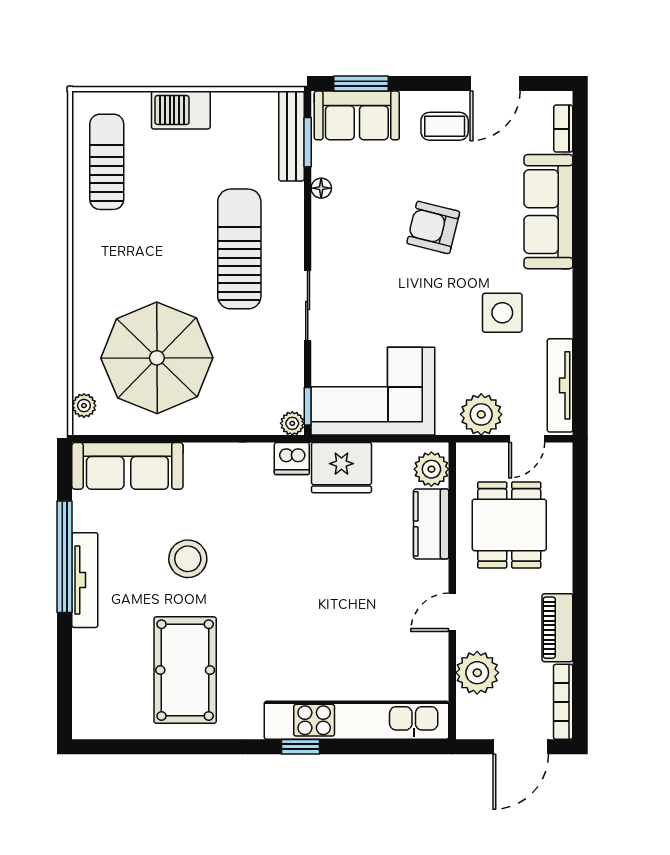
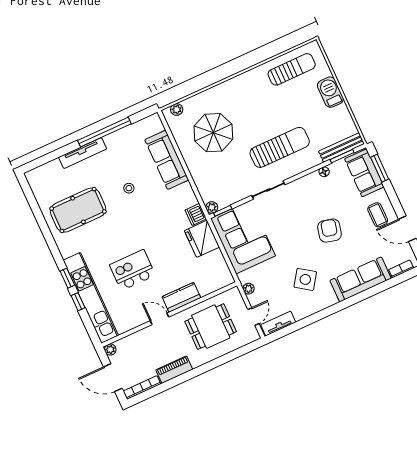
side table: (502, 313) -> (305, 279), turned 35
parasol: (157, 358) -> (213, 133), width x0.73, depth x0.73
tv unit: (560, 385) -> (278, 323), width x0.71
plant: (481, 414) -> (249, 289), width x0.53, depth x0.53
door: (527, 439) -> (253, 317), swing flipped
sofa: (127, 466) -> (167, 160), moved
plant: (431, 469) -> (220, 280), removed
kitchen counter: (431, 524) -> (181, 297), moved
stool: (188, 559) -> (129, 188), width x0.53, depth x0.53
tv unit: (85, 580) -> (83, 153), moved
kitchen island: (340, 621) -> (132, 270), added
plant: (477, 673) -> (110, 350), moved, width x0.53, depth x0.53
window: (353, 747) -> (78, 302), added

